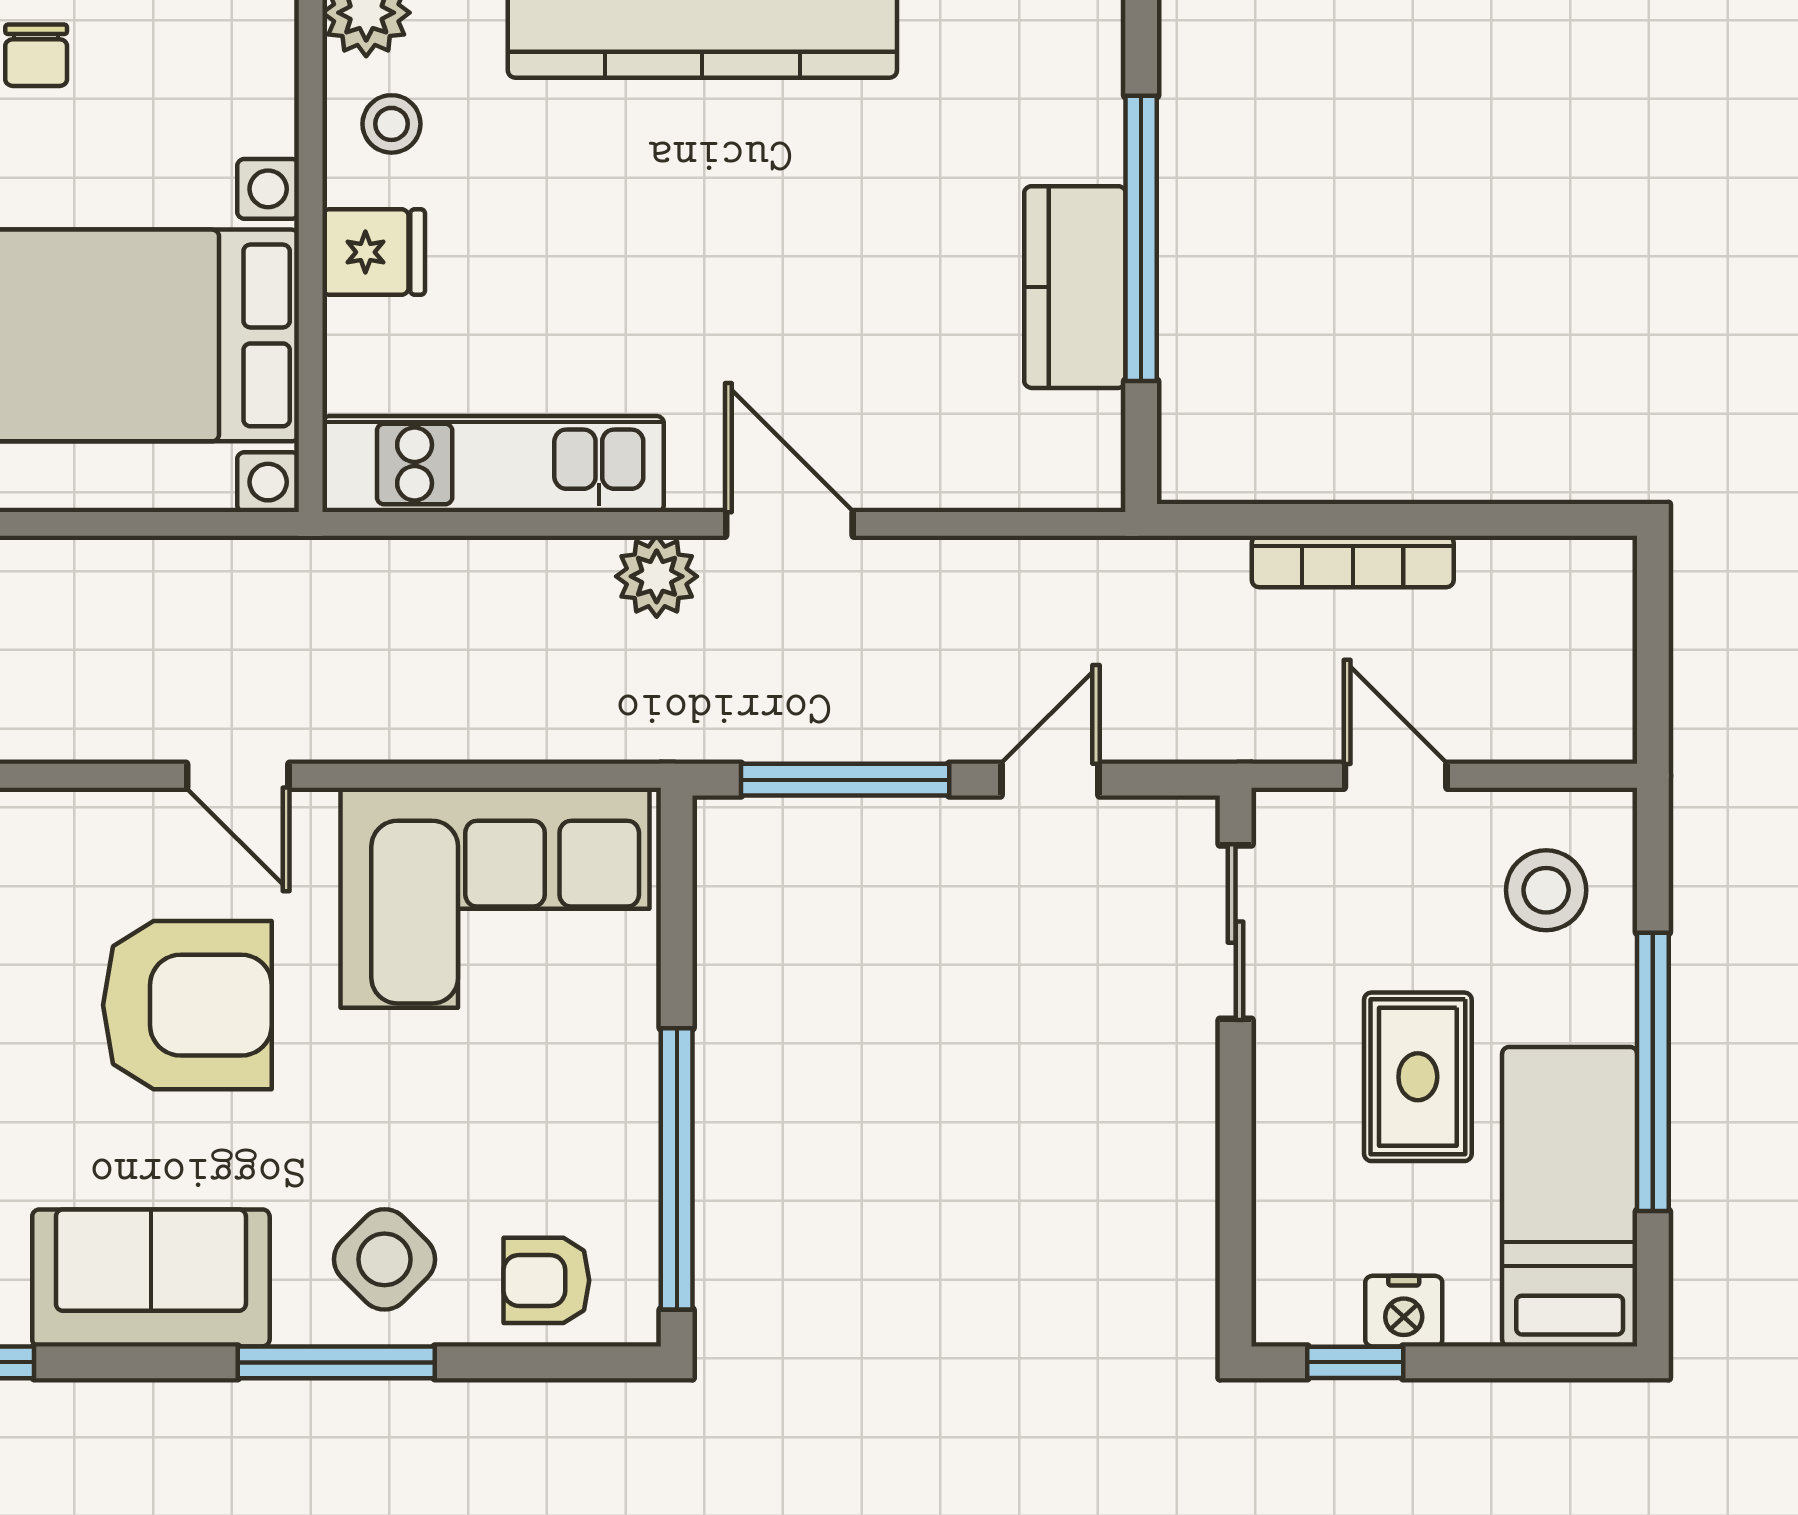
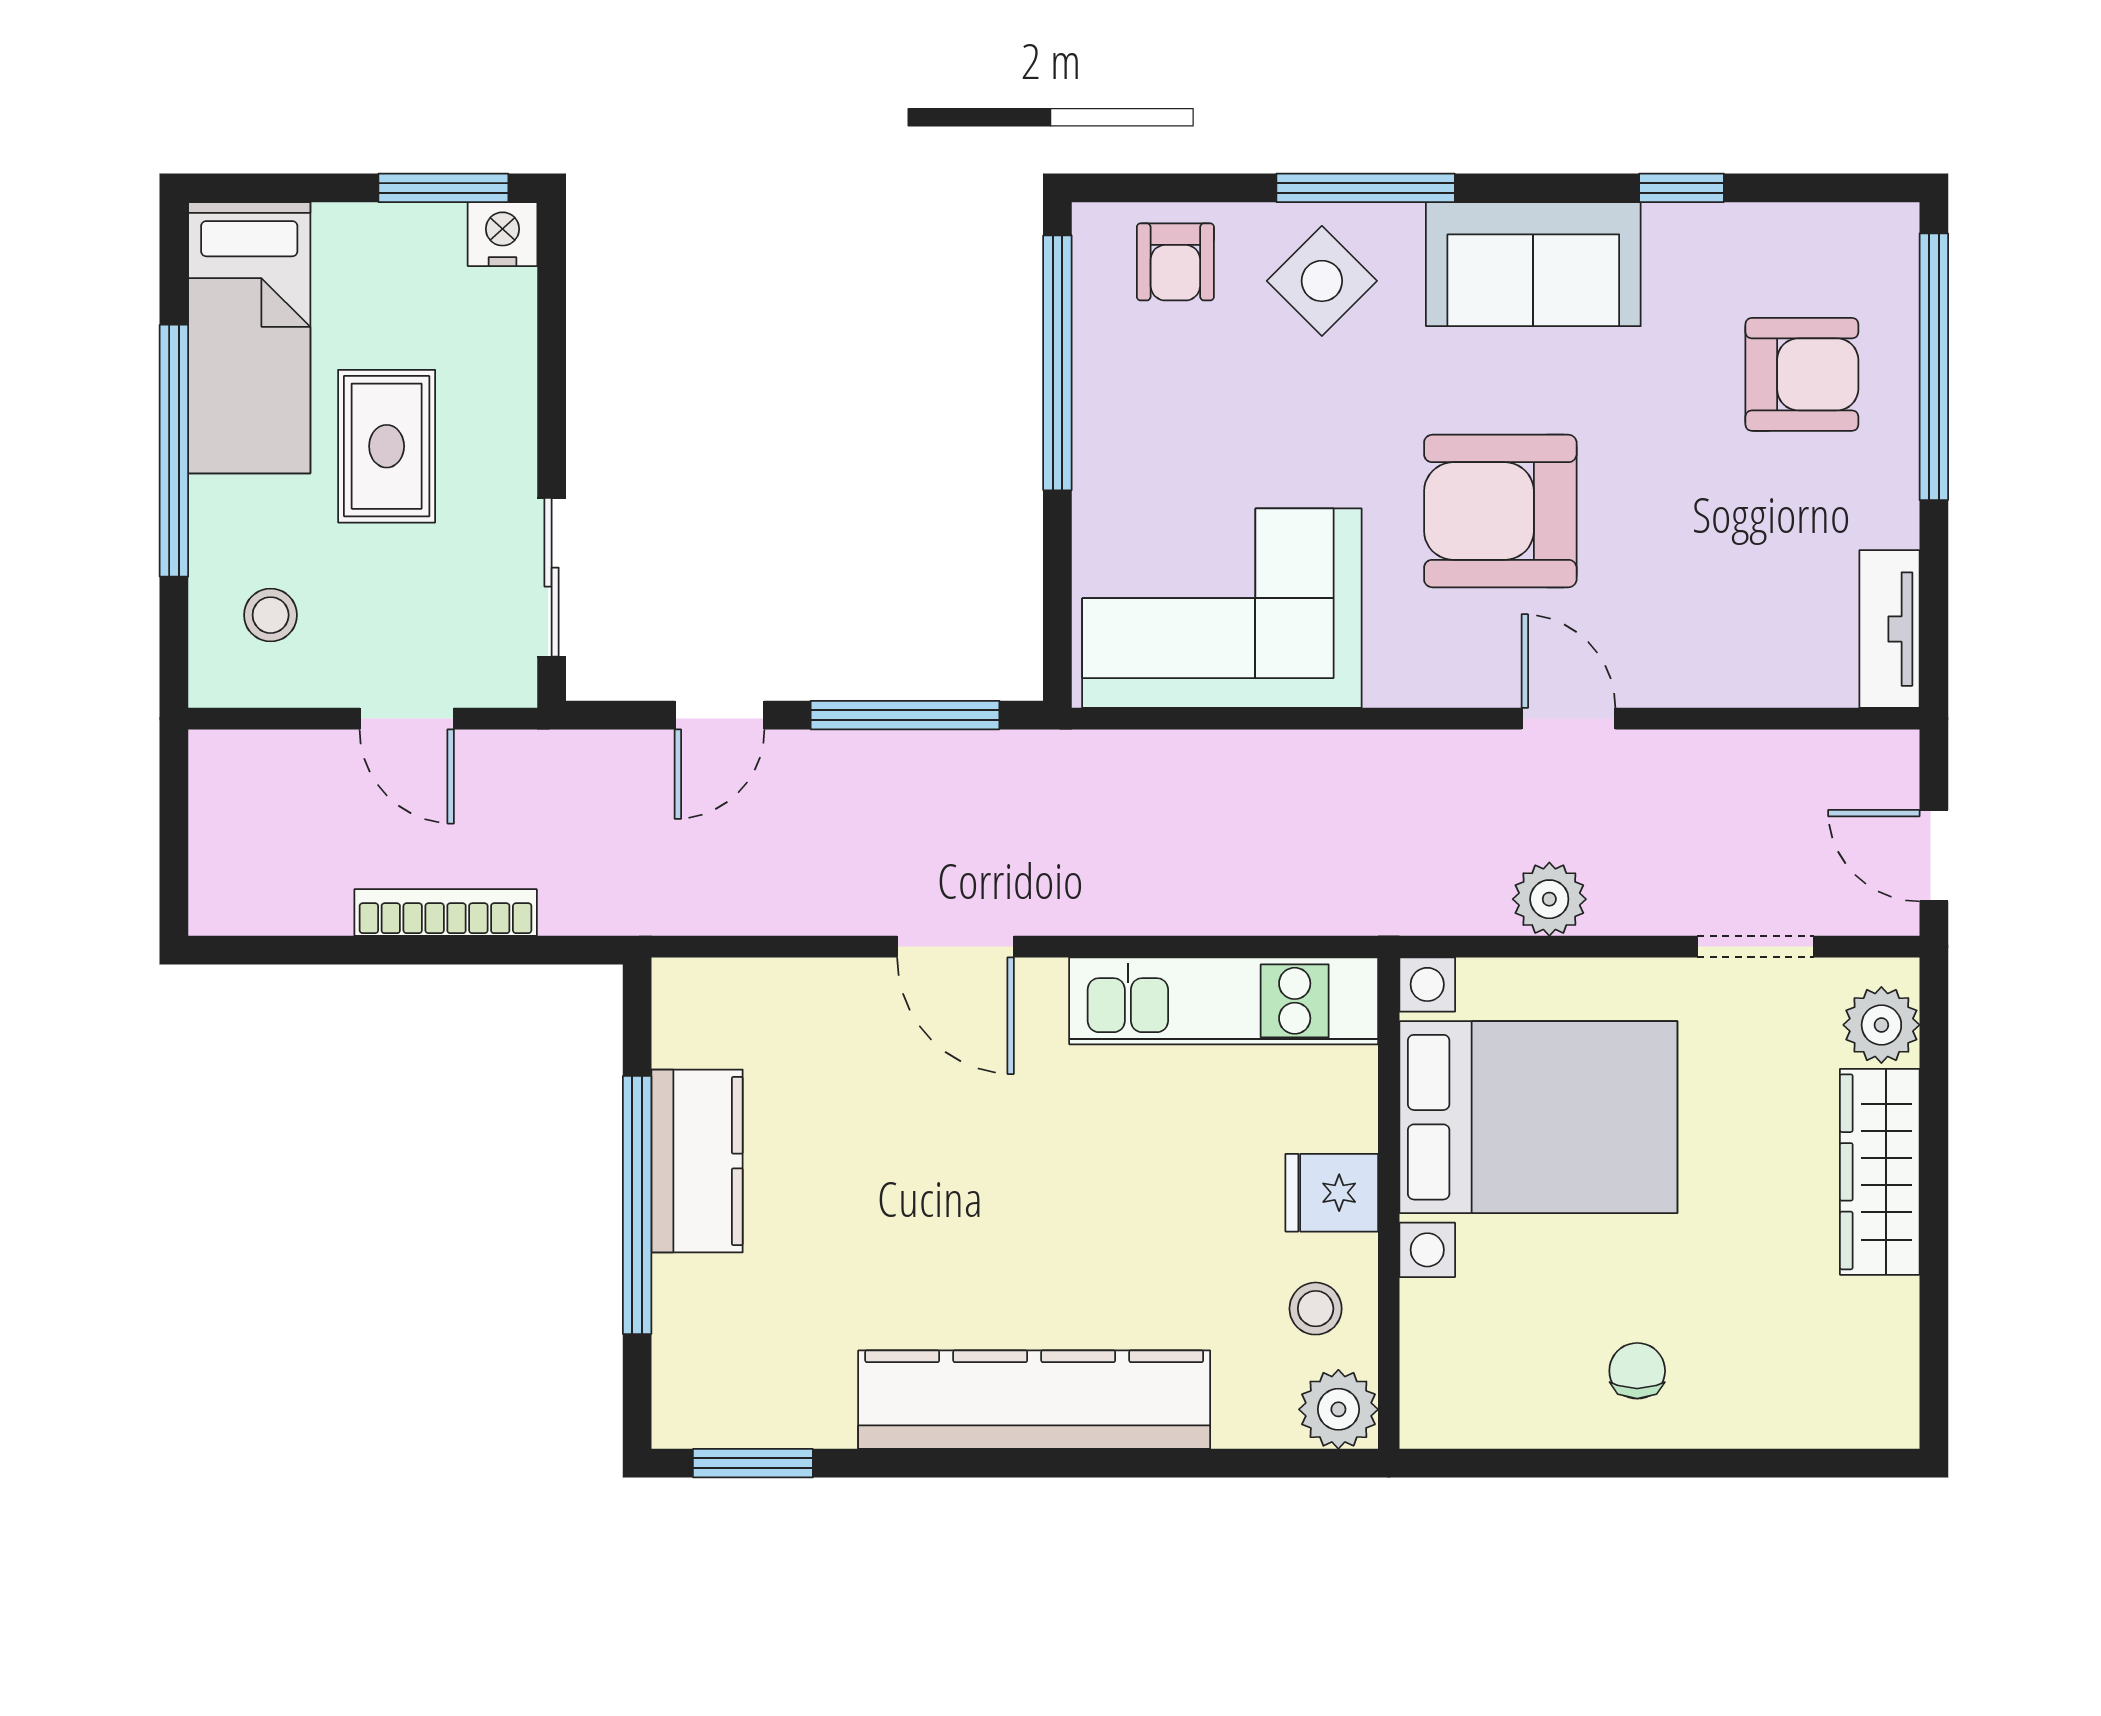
plant: (657, 576) -> (1549, 899), moved
door: (238, 776) -> (1569, 719), moved
stool: (1546, 890) -> (271, 615), width x0.73, depth x0.73
armchair: (546, 1280) -> (1175, 262), turned 90
nightstand: (1404, 1311) -> (502, 234), moved
window: (1355, 1362) -> (443, 188), width x1.50

